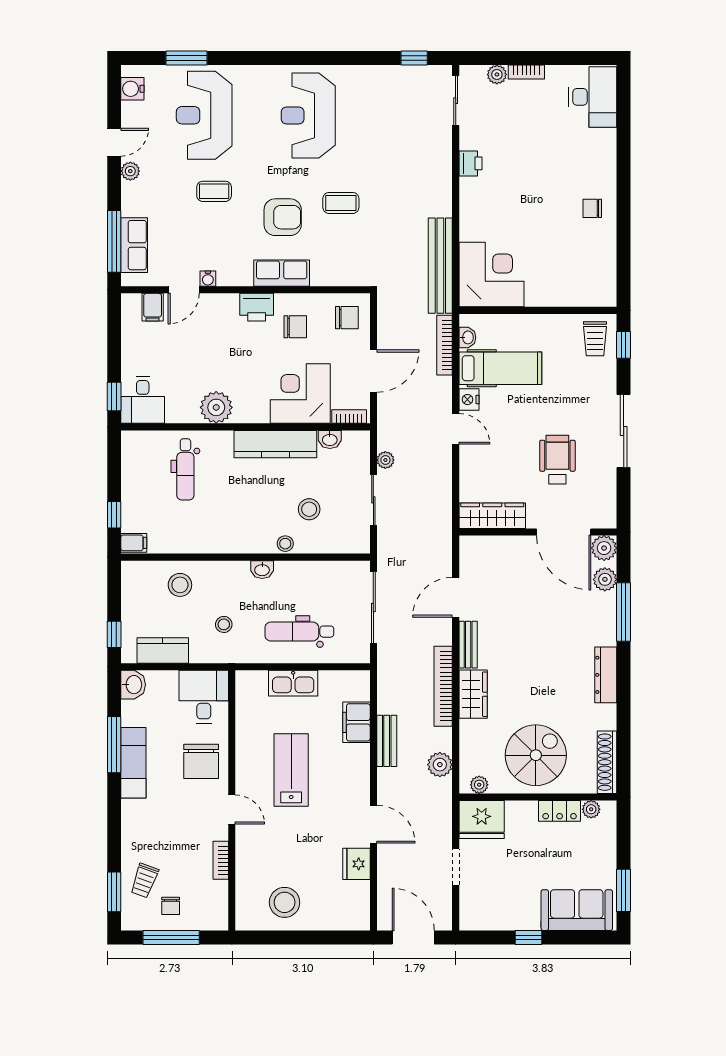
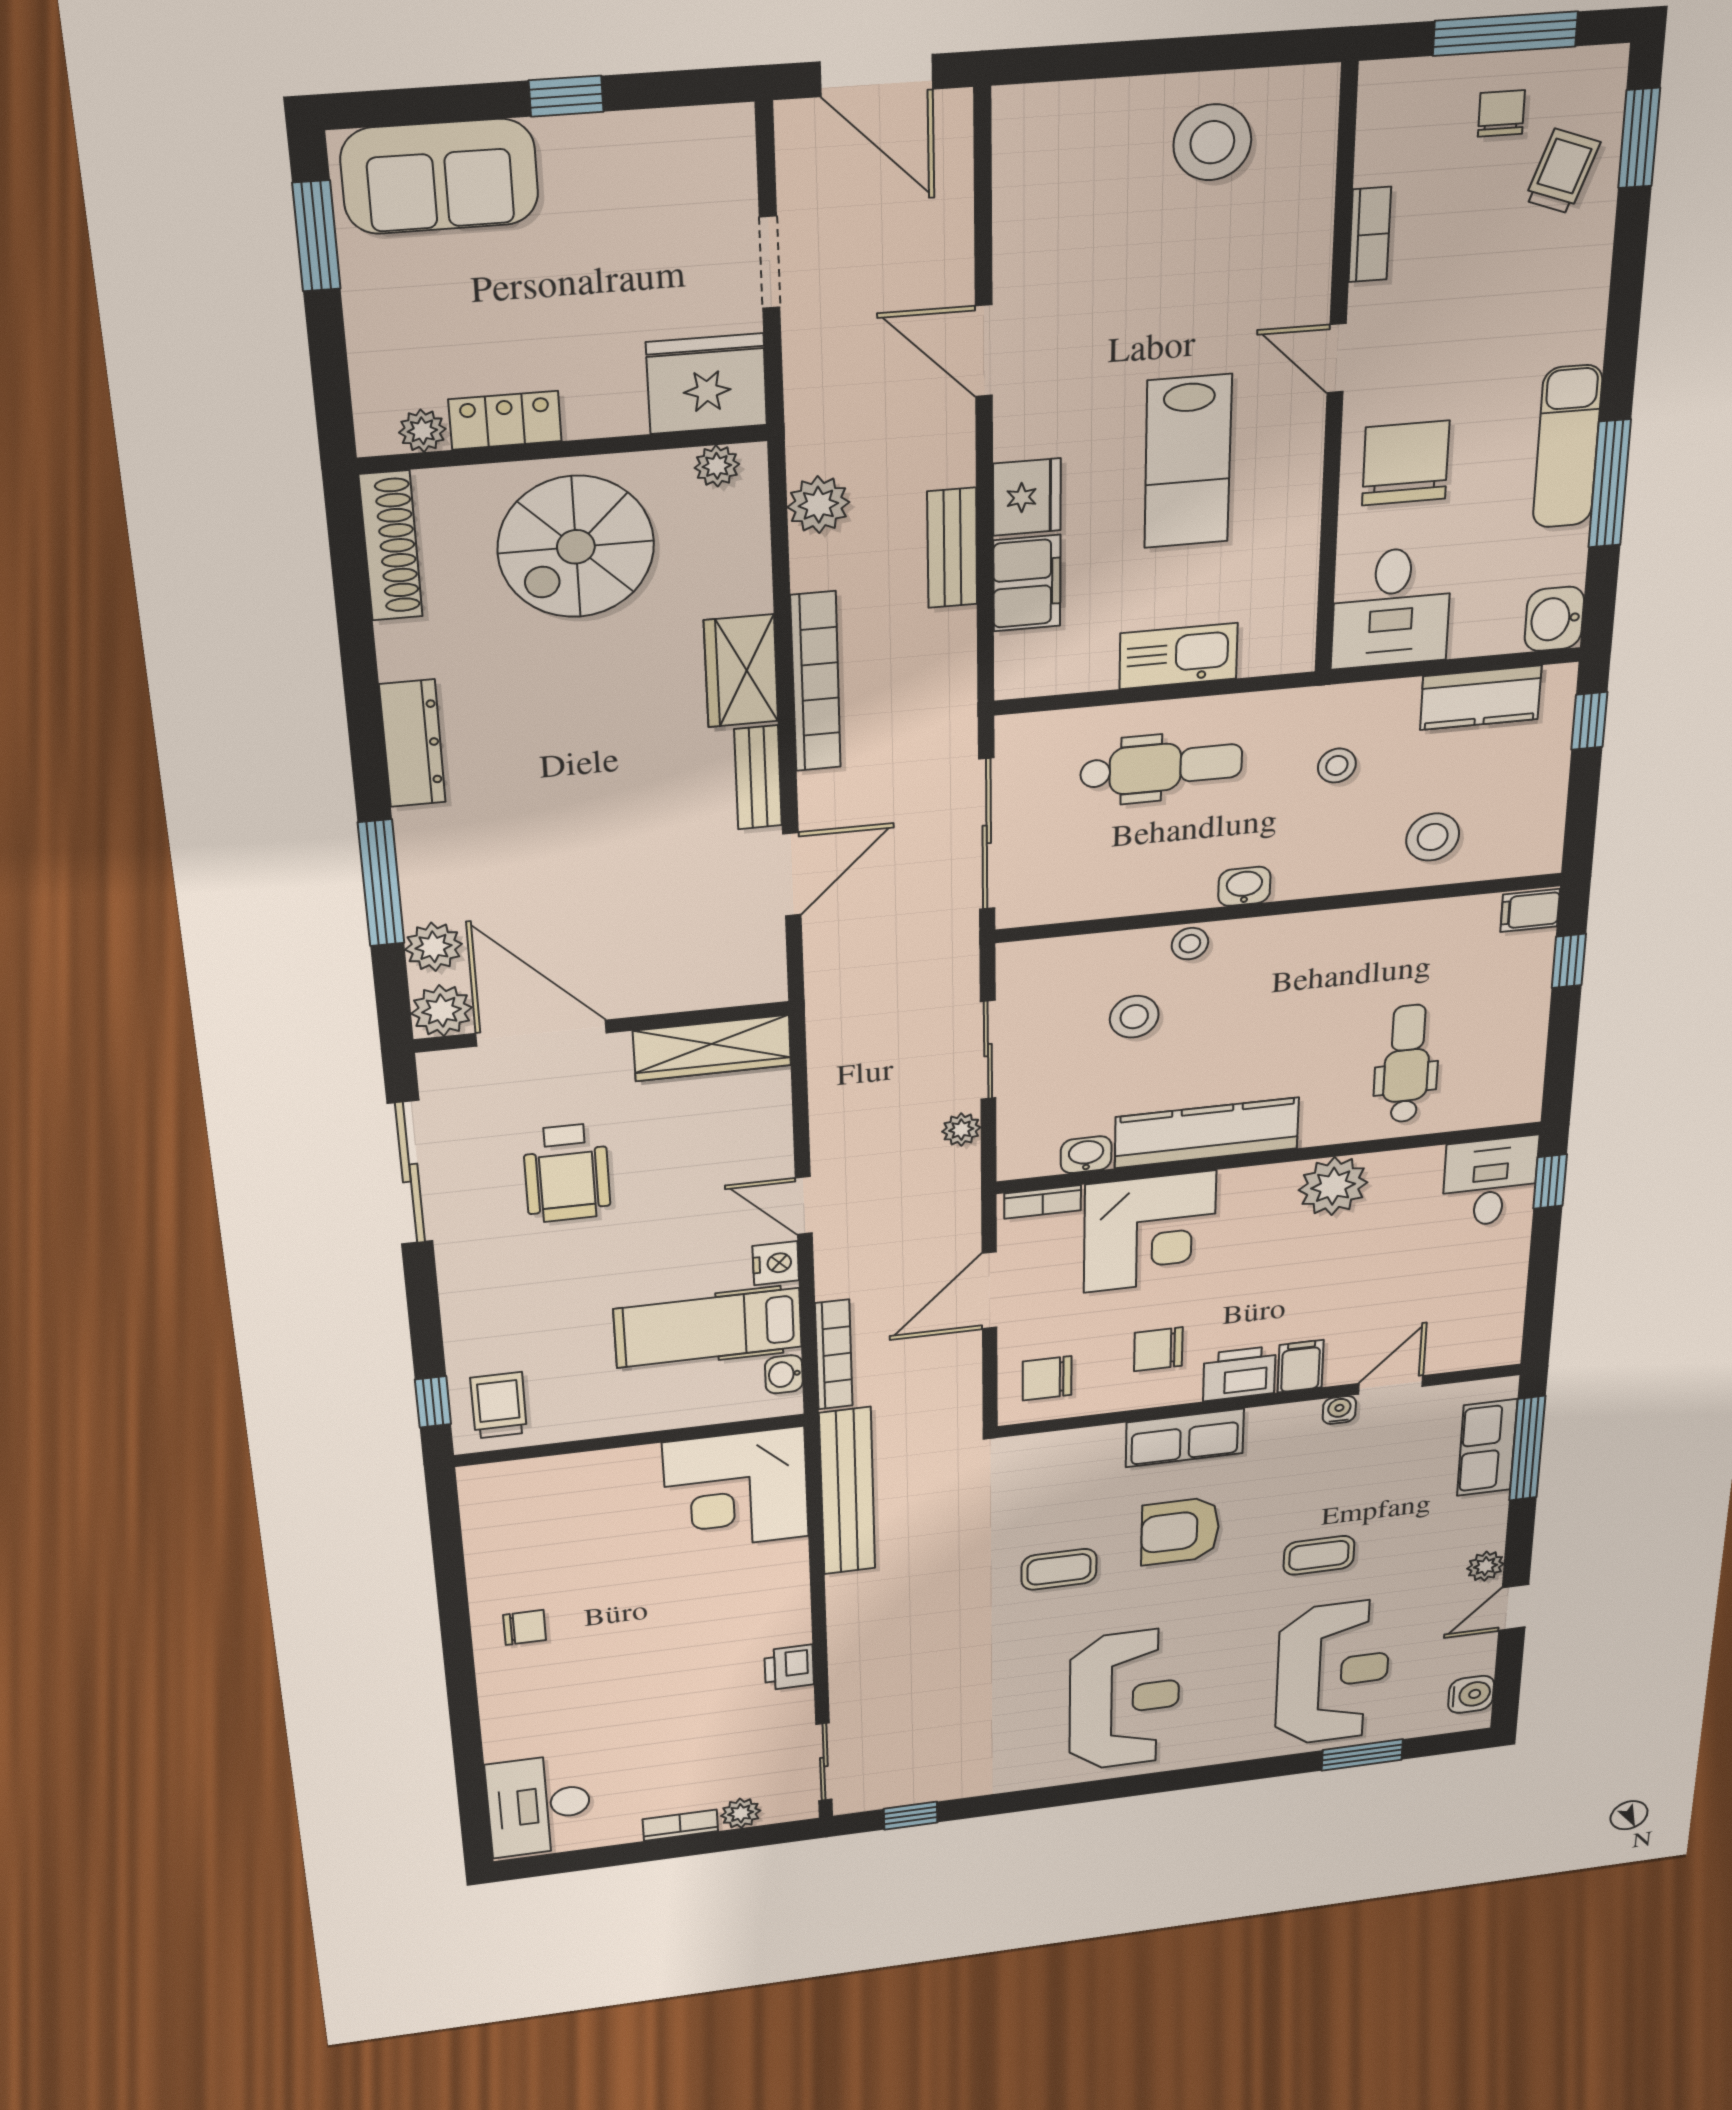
filing cabinet: (153, 307) -> (1301, 1366), moved
sliding door: (624, 431) -> (410, 1173), moved
fridge: (356, 864) -> (1027, 497), moved

